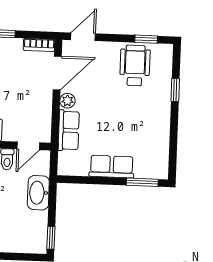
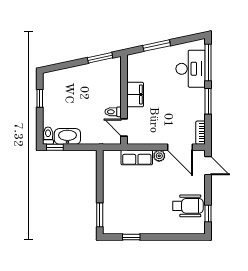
window: (175, 90) -> (131, 237), moved
row of seats: (112, 167) -> (111, 191), removed
washbasin: (38, 193) -> (67, 136), moved
toilet: (35, 246) -> (48, 136), added

